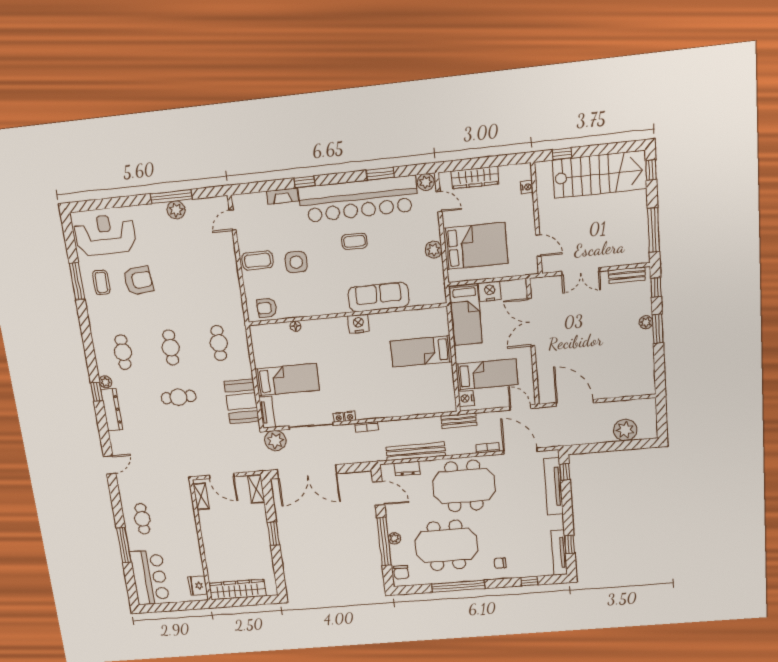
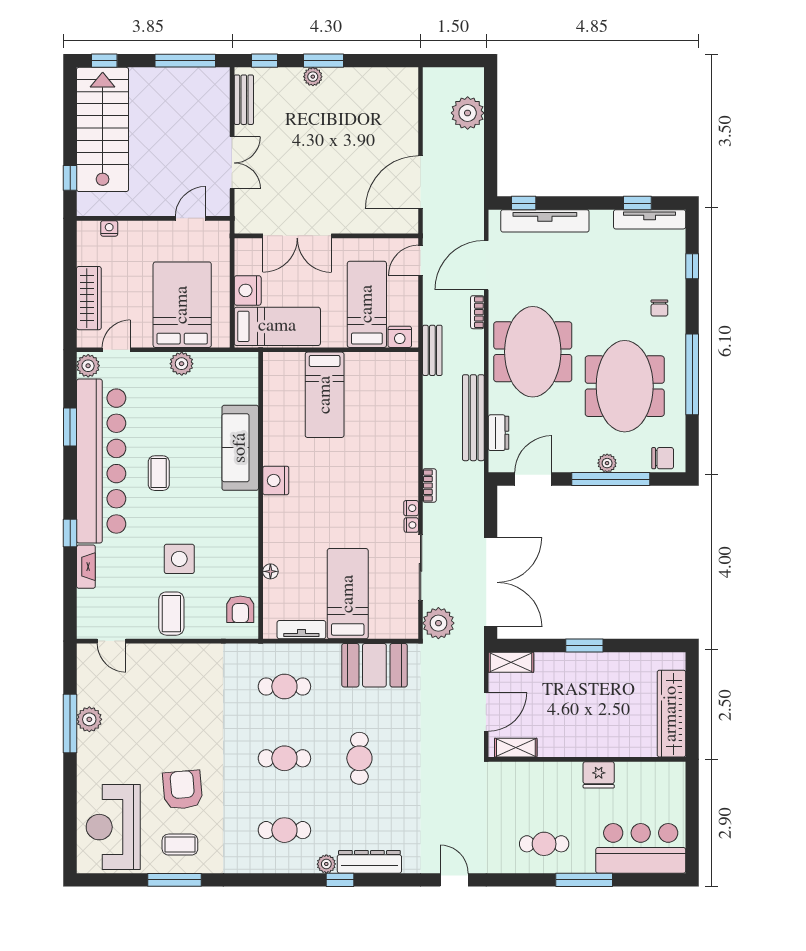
tv unit: (267, 412) -> (301, 630), moved
fridge: (198, 586) -> (599, 775), moved

